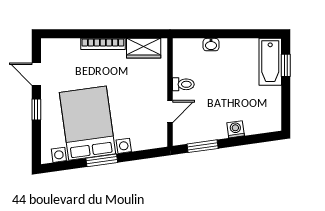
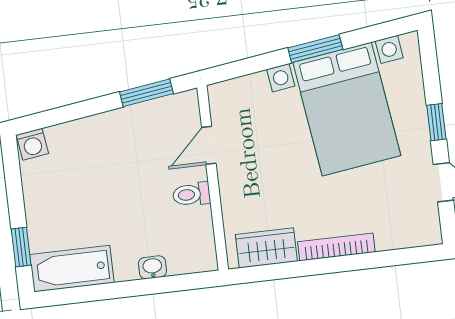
bathtub: (270, 62) -> (72, 269), moved, turned -90
washing machine: (236, 129) -> (32, 144), moved

